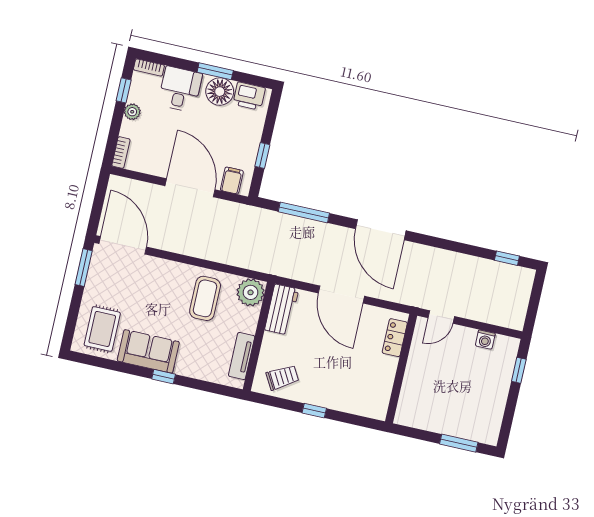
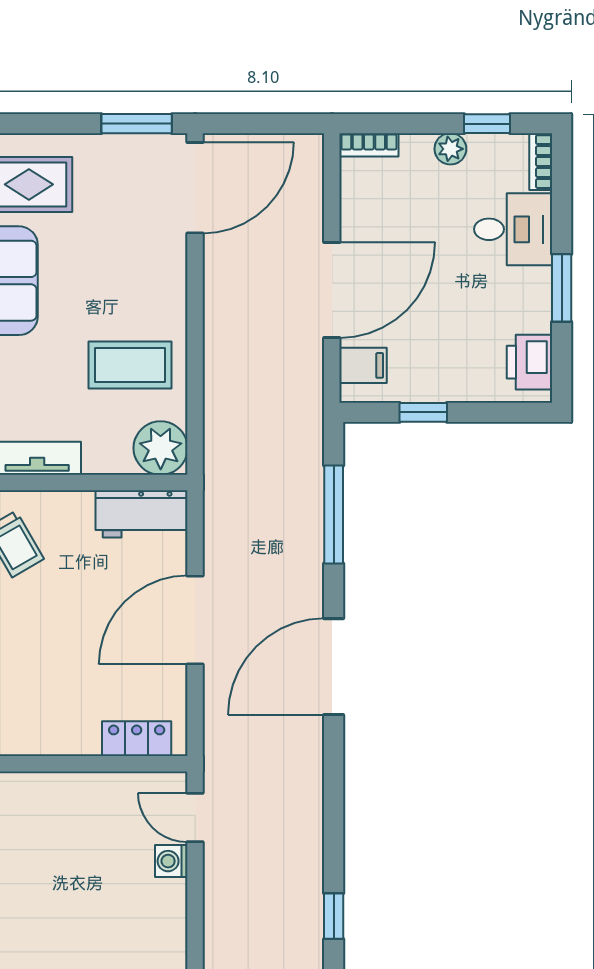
floor lamp: (220, 92) -> (526, 305), removed
washing machine: (485, 340) -> (171, 861), moved

